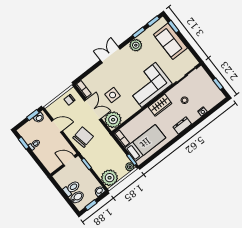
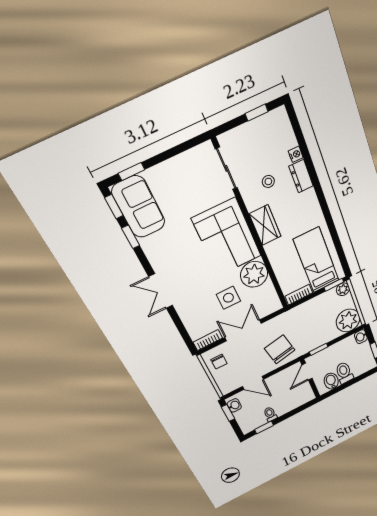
sofa: (170, 41) -> (139, 207), moved, turned -90
plant: (136, 45) -> (153, 246), removed
plant: (113, 120) -> (254, 274), moved
dresser: (182, 125) -> (301, 176), moved
door: (57, 126) -> (253, 383), swing flipped
bidet: (77, 197) -> (331, 381), moved

